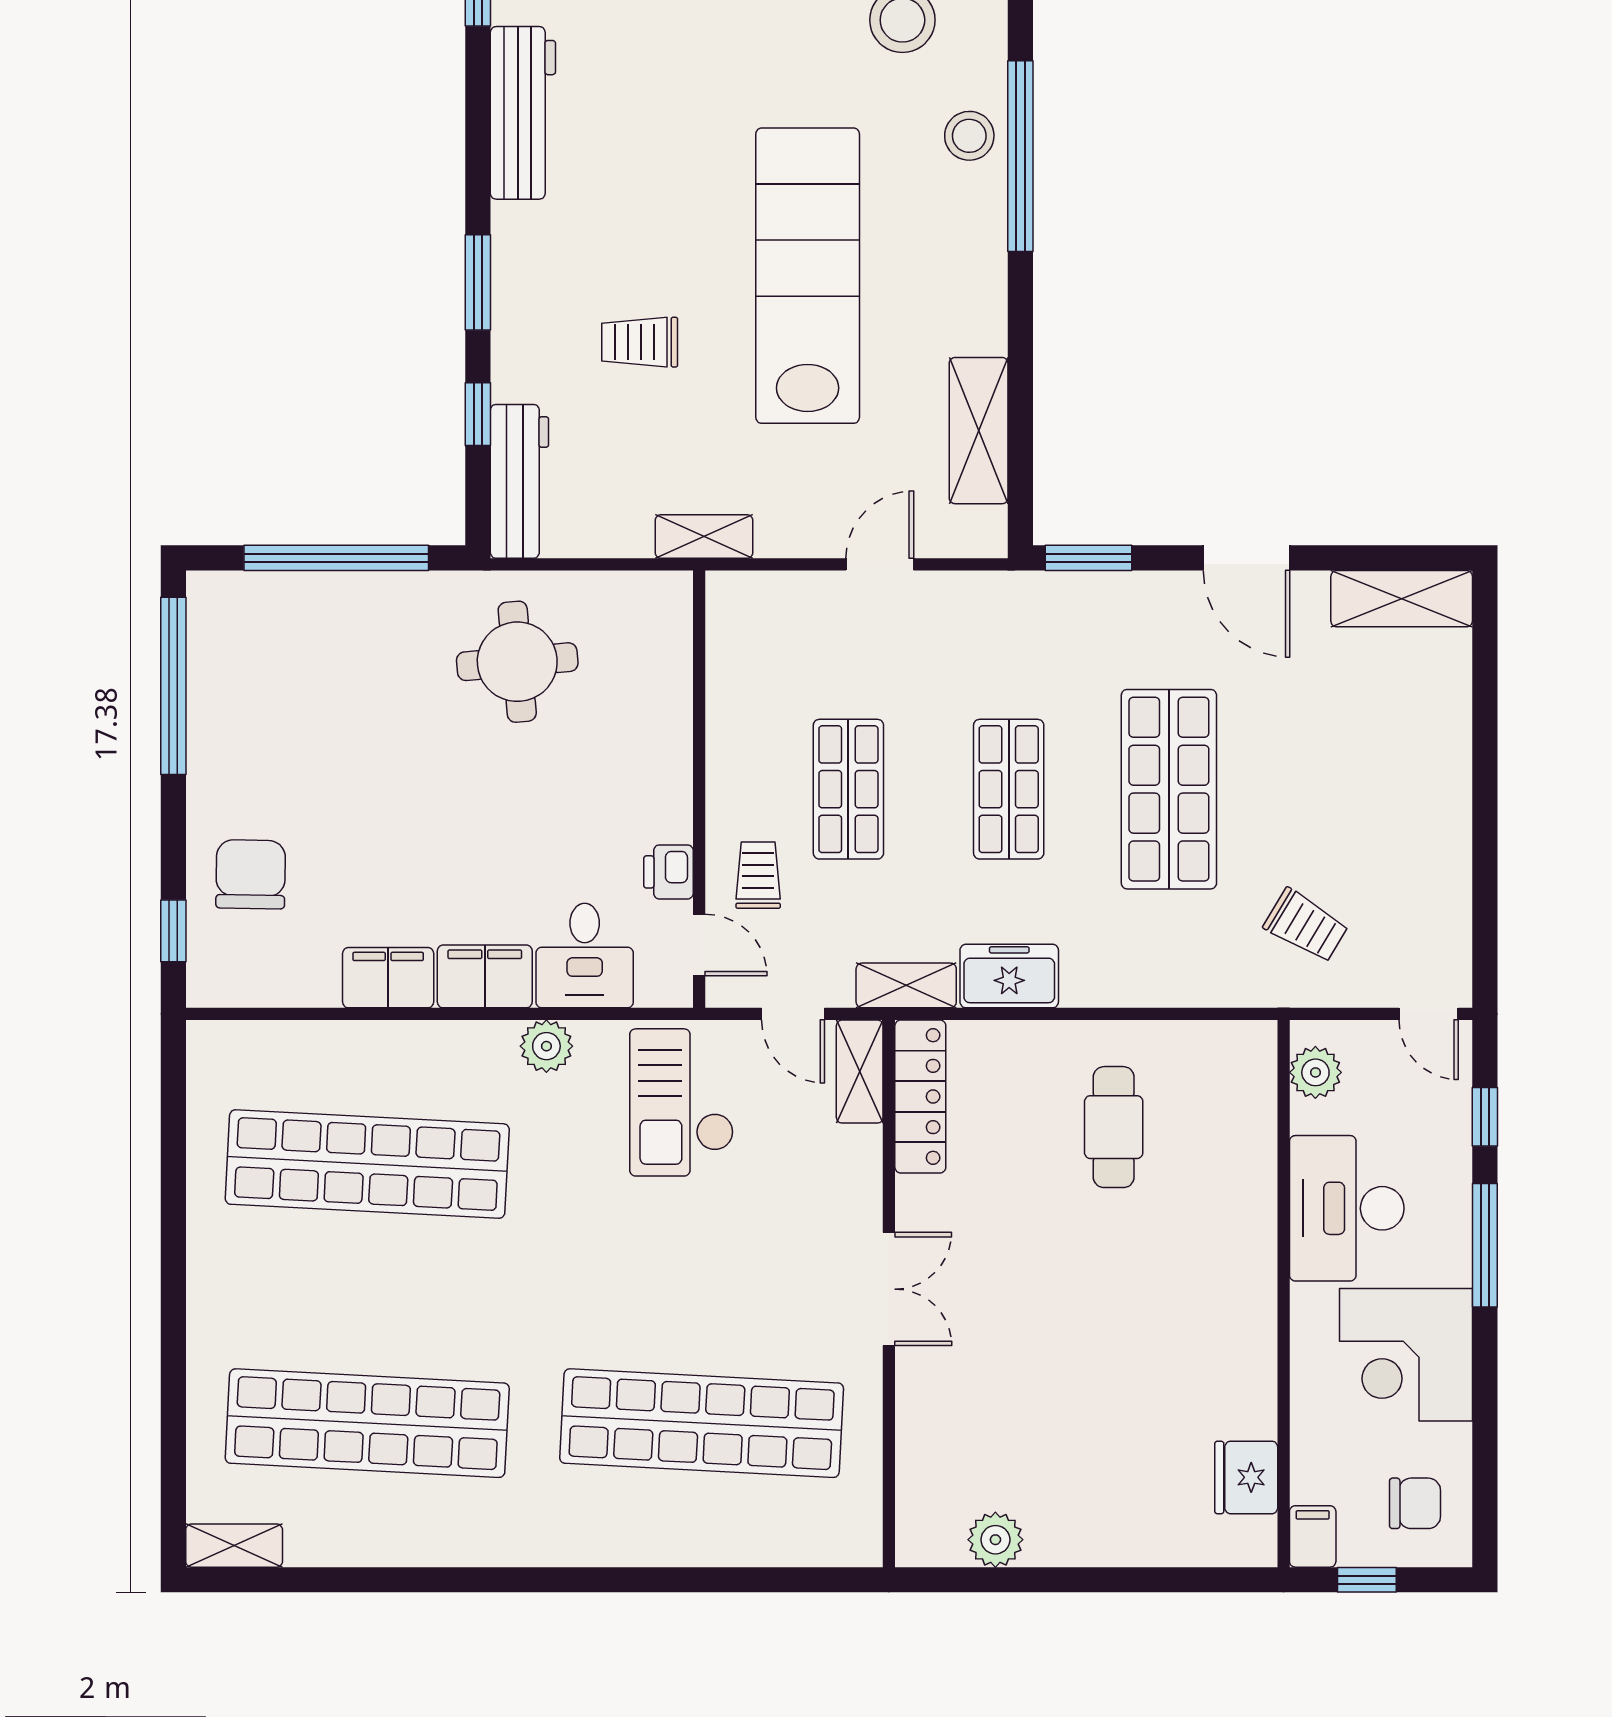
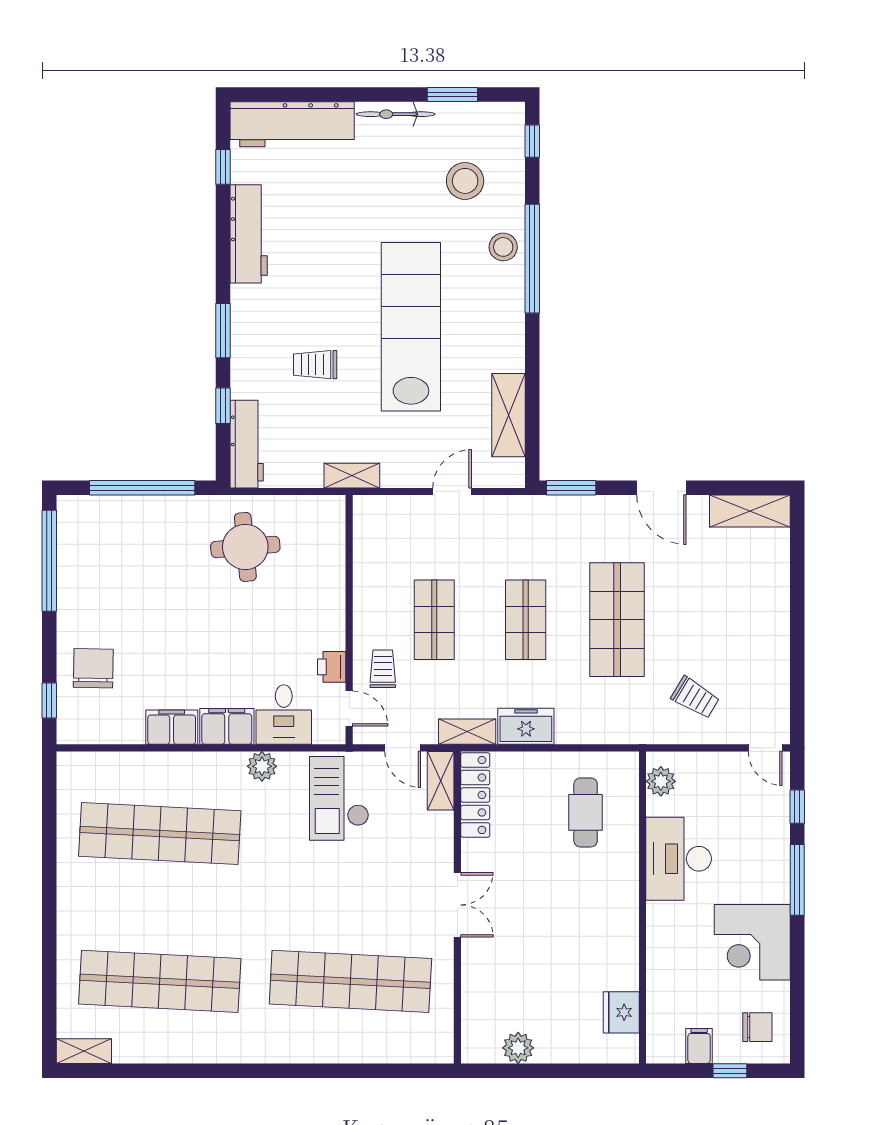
plant: (1315, 1072) -> (661, 781), moved
desk: (1347, 1208) -> (679, 859), moved
wall: (1284, 1294) -> (643, 907), moved
fridge: (1246, 1477) -> (621, 1012), moved

